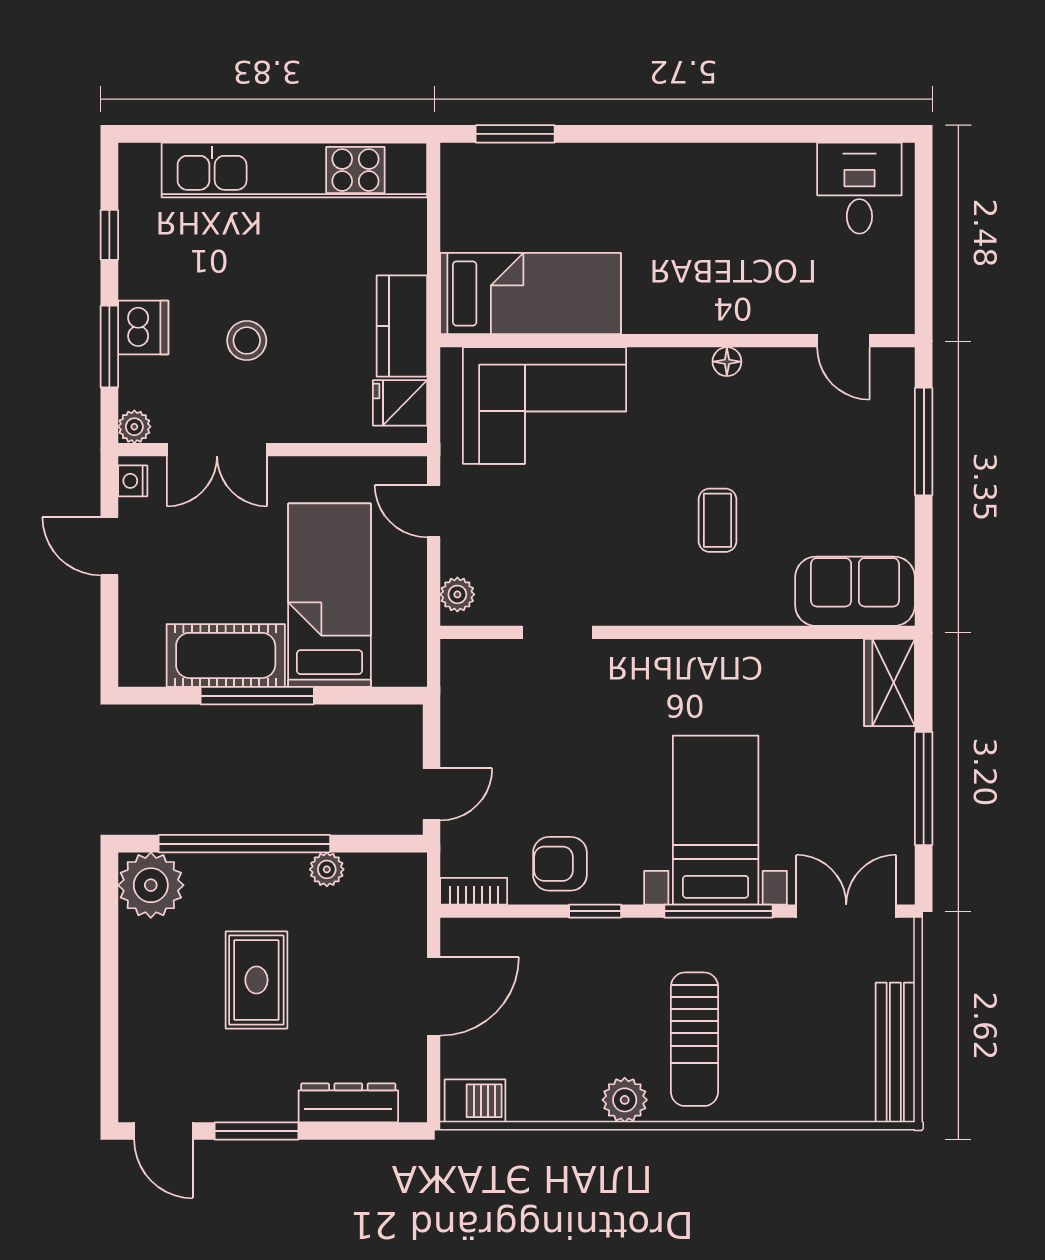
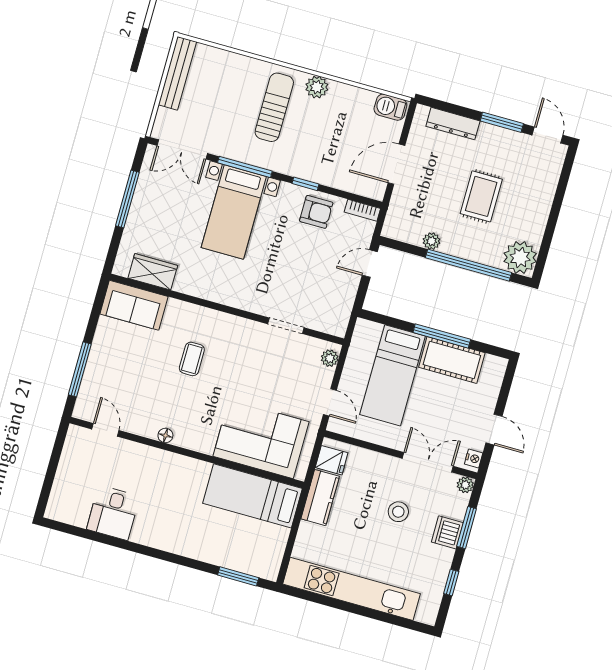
desk: (859, 188) -> (113, 513), moved
wardrobe: (890, 683) -> (153, 272), moved, turned -90

